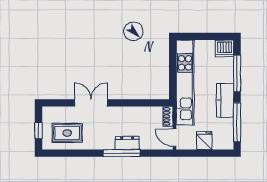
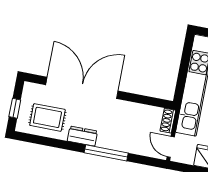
double door: (91, 103) -> (82, 88), width x1.87
dresser: (127, 143) -> (82, 136), moved

